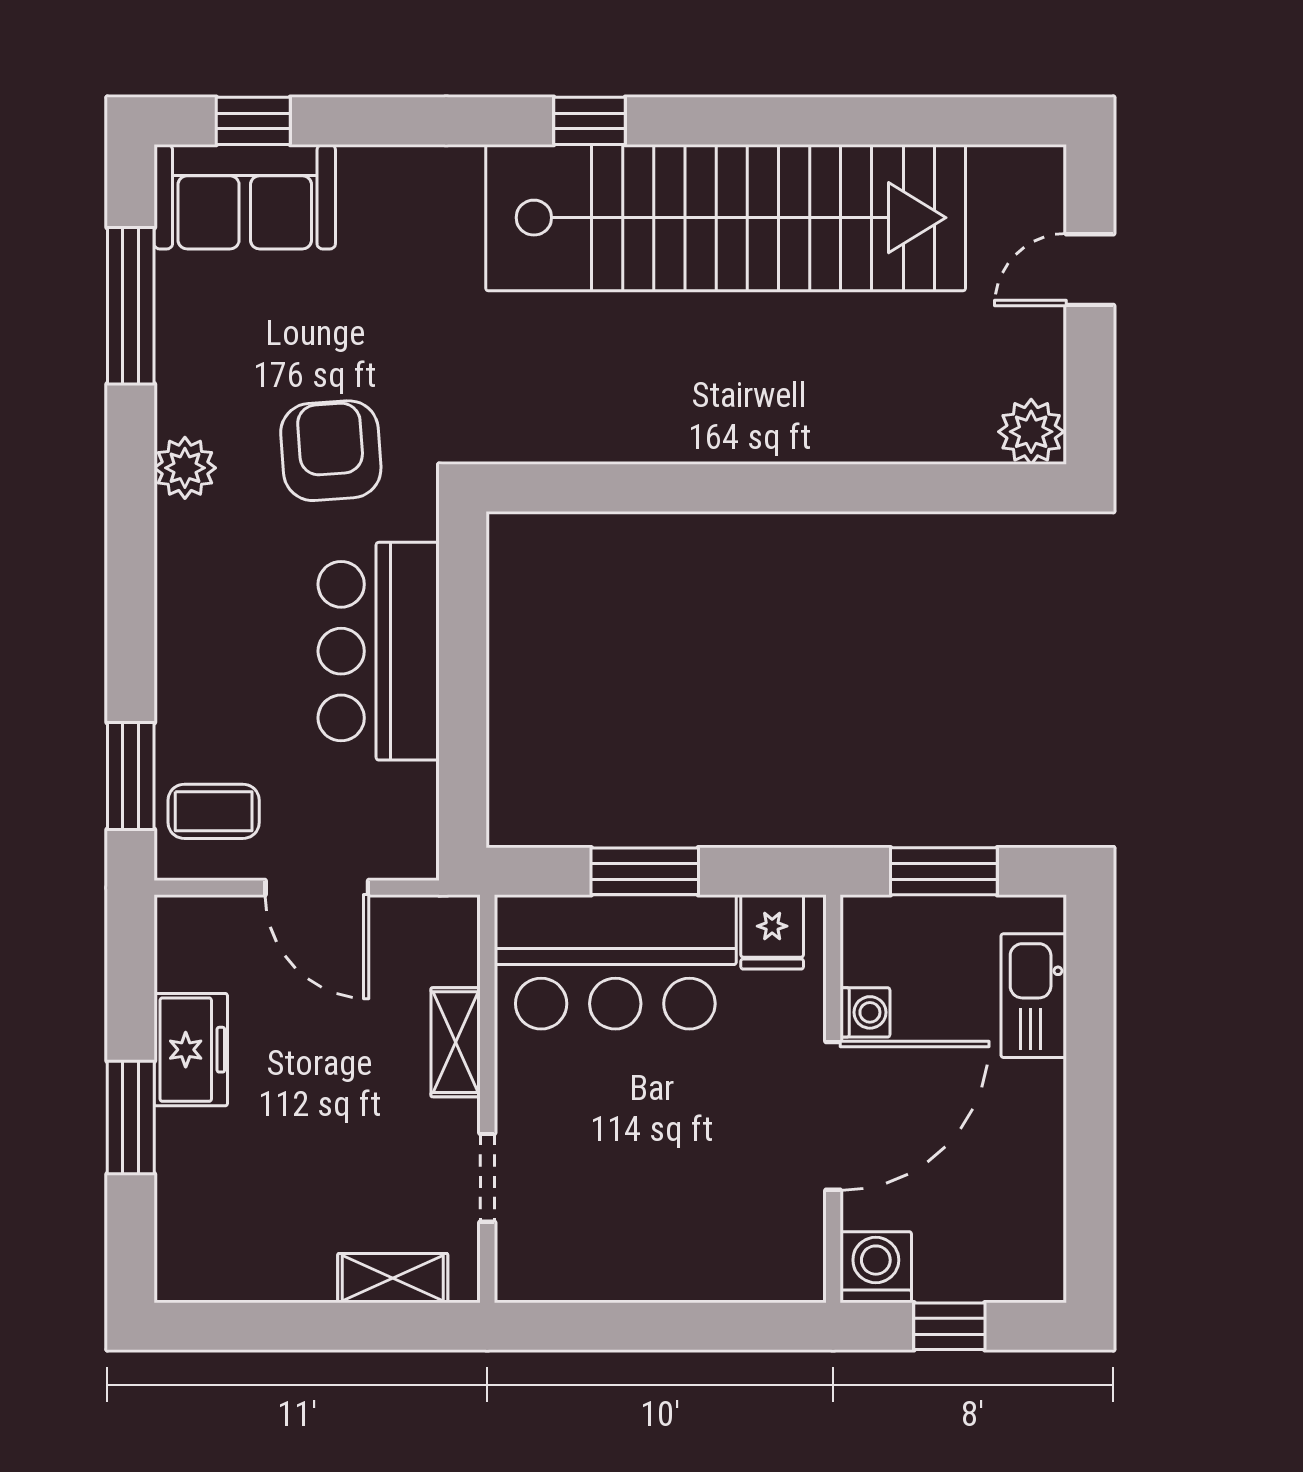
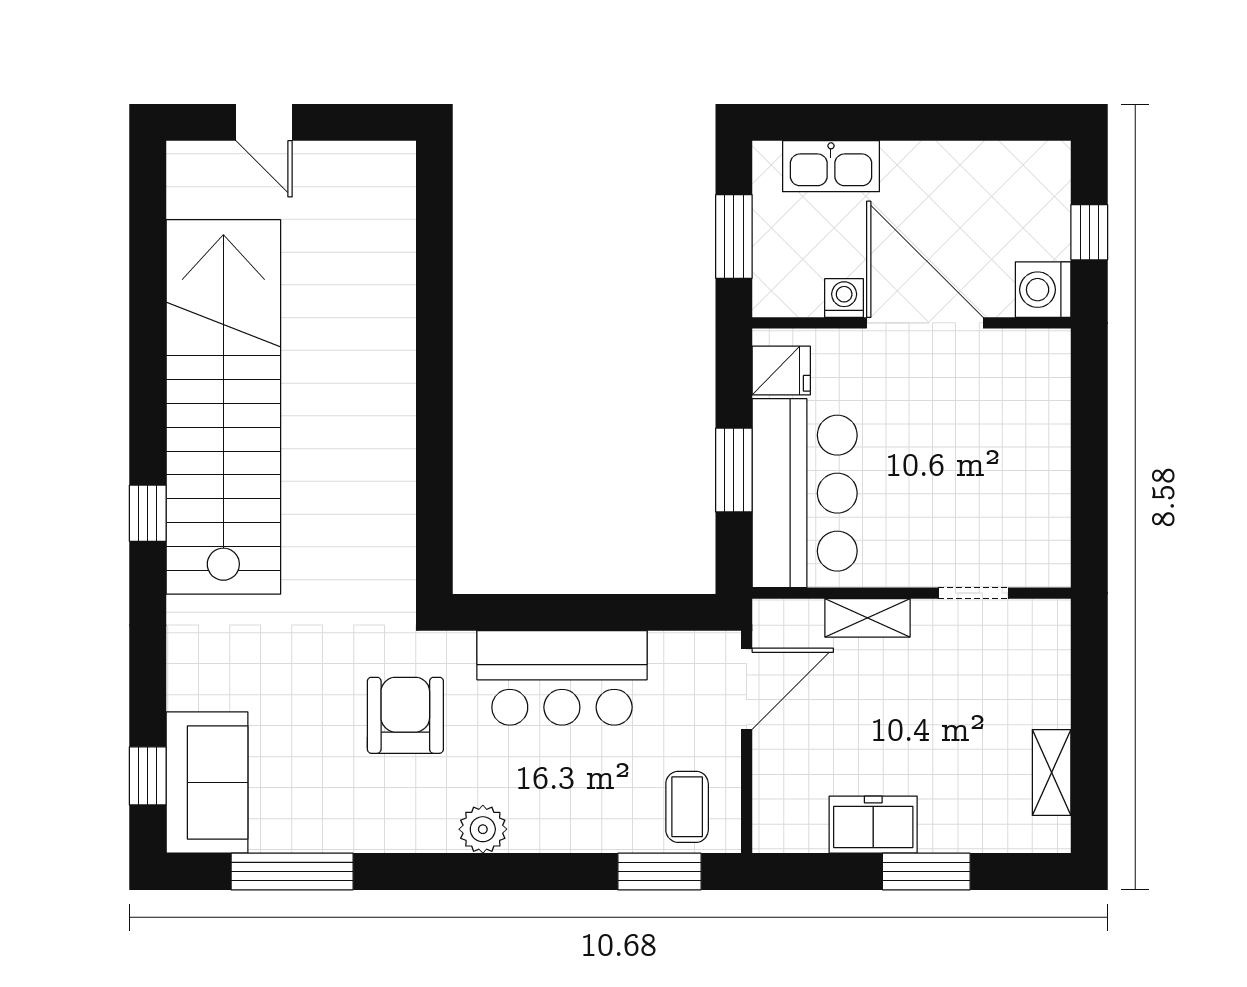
plant: (1031, 432) -> (391, 168), removed
armchair: (331, 451) -> (405, 715), turned 94
plant: (185, 468) -> (483, 829), moved
door: (317, 888) -> (747, 689), moved
shelving: (393, 1278) -> (1052, 773), moved

